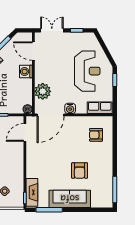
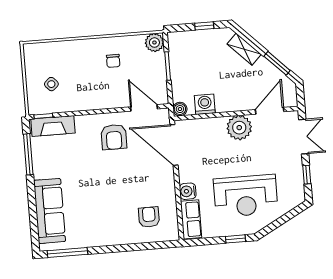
washing machine: (26, 72) -> (205, 104), moved
plant: (43, 91) -> (239, 128), moved
water cooler: (70, 108) -> (188, 191), moved
armchair: (80, 171) -> (114, 137), moved, turned -90
sofa: (70, 199) -> (50, 211), moved

